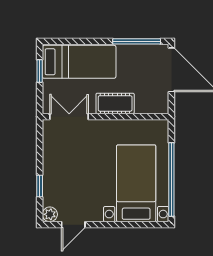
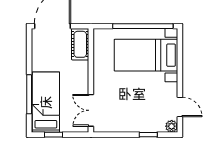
window: (137, 41) -> (29, 94), moved
cot: (115, 103) -> (80, 44), moved

